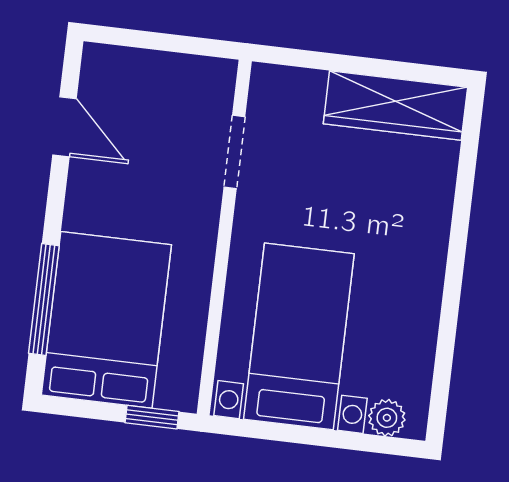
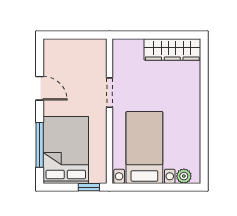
door: (65, 127) -> (40, 88), moved
doorway: (234, 152) -> (109, 93), moved

